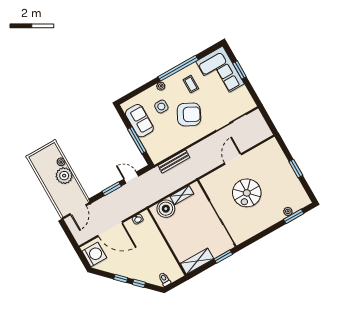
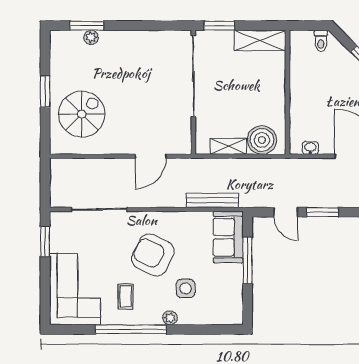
window: (240, 70) -> (45, 241), moved
sofa: (139, 121) -> (228, 237), moved
door: (233, 159) -> (151, 156), moved
spiral stairs: (247, 193) -> (82, 114), moved

